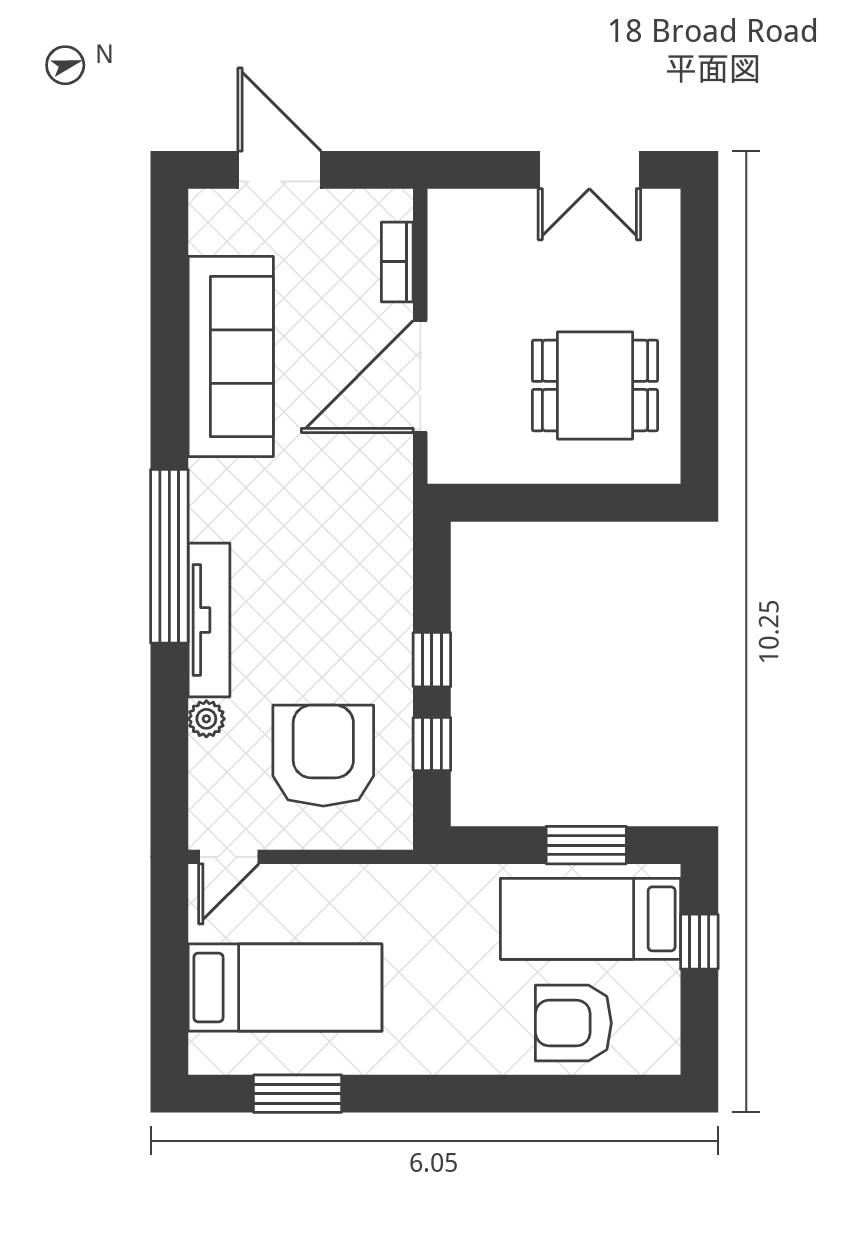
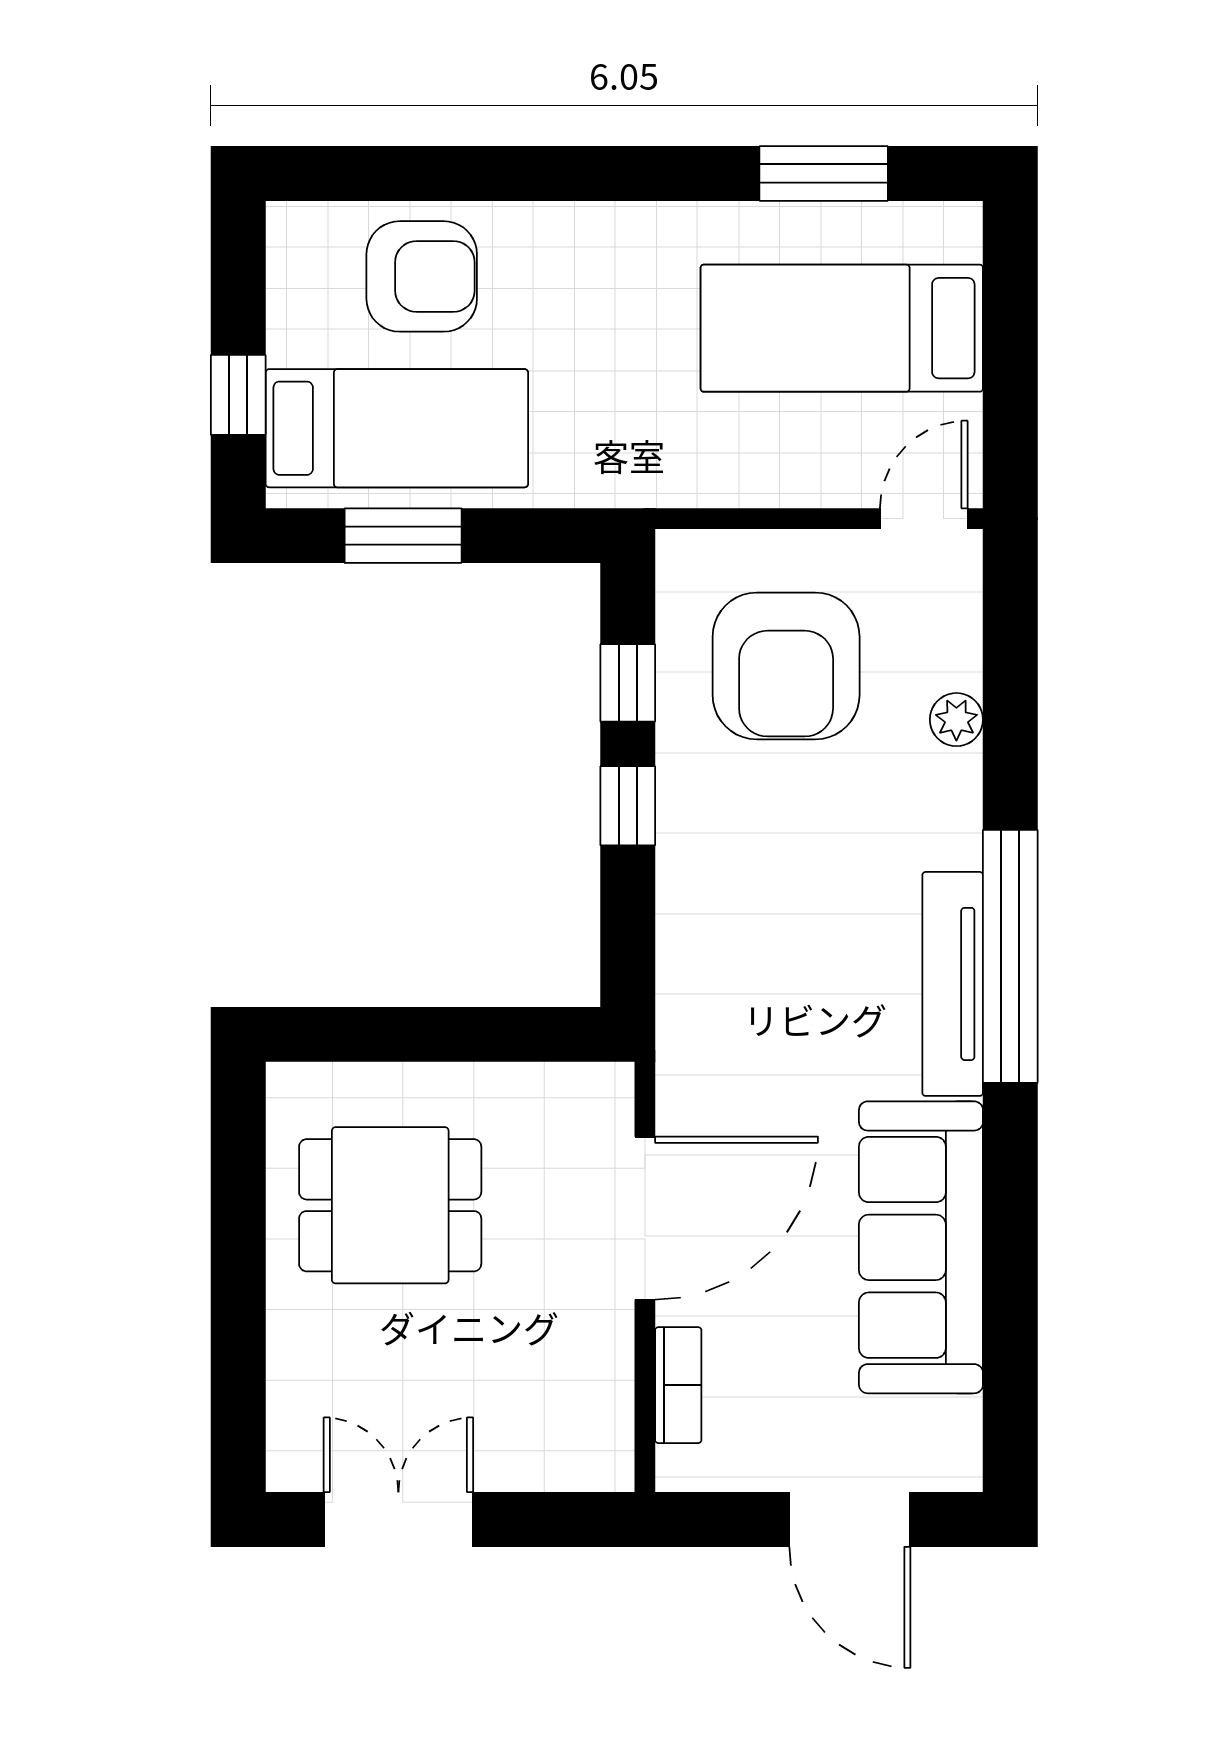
tv unit: (209, 620) -> (953, 984), moved

